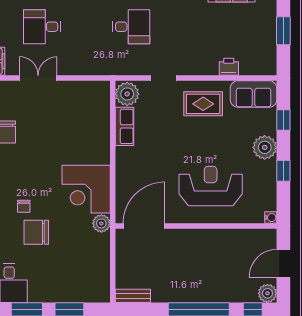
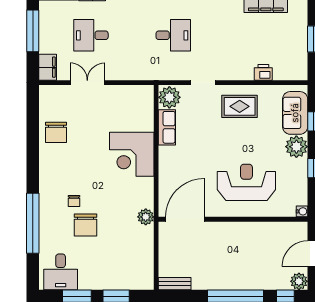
sofa: (253, 94) -> (295, 113), moved, turned 90
corner desk: (86, 189) -> (132, 154), moved
chair: (36, 232) -> (85, 225), turned -90

